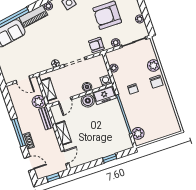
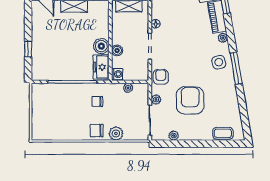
door: (65, 100) -> (110, 20), removed
plant: (138, 133) -> (45, 90), removed

